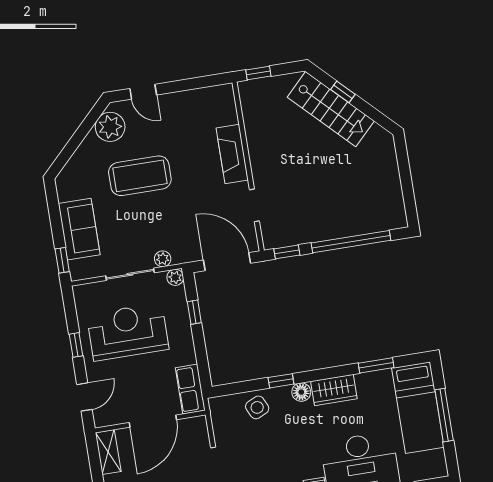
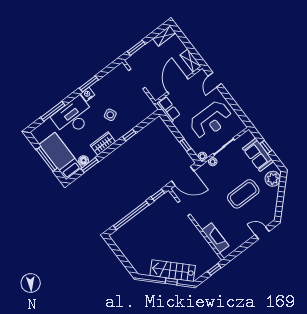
plant: (110, 127) -> (273, 179), moved
fireplace: (232, 154) -> (215, 238), moved
window: (62, 260) -> (266, 147), moved
window: (76, 345) -> (231, 101), removed
floor lamp: (301, 392) -> (84, 160), moved
side table: (257, 407) -> (110, 115), moved

